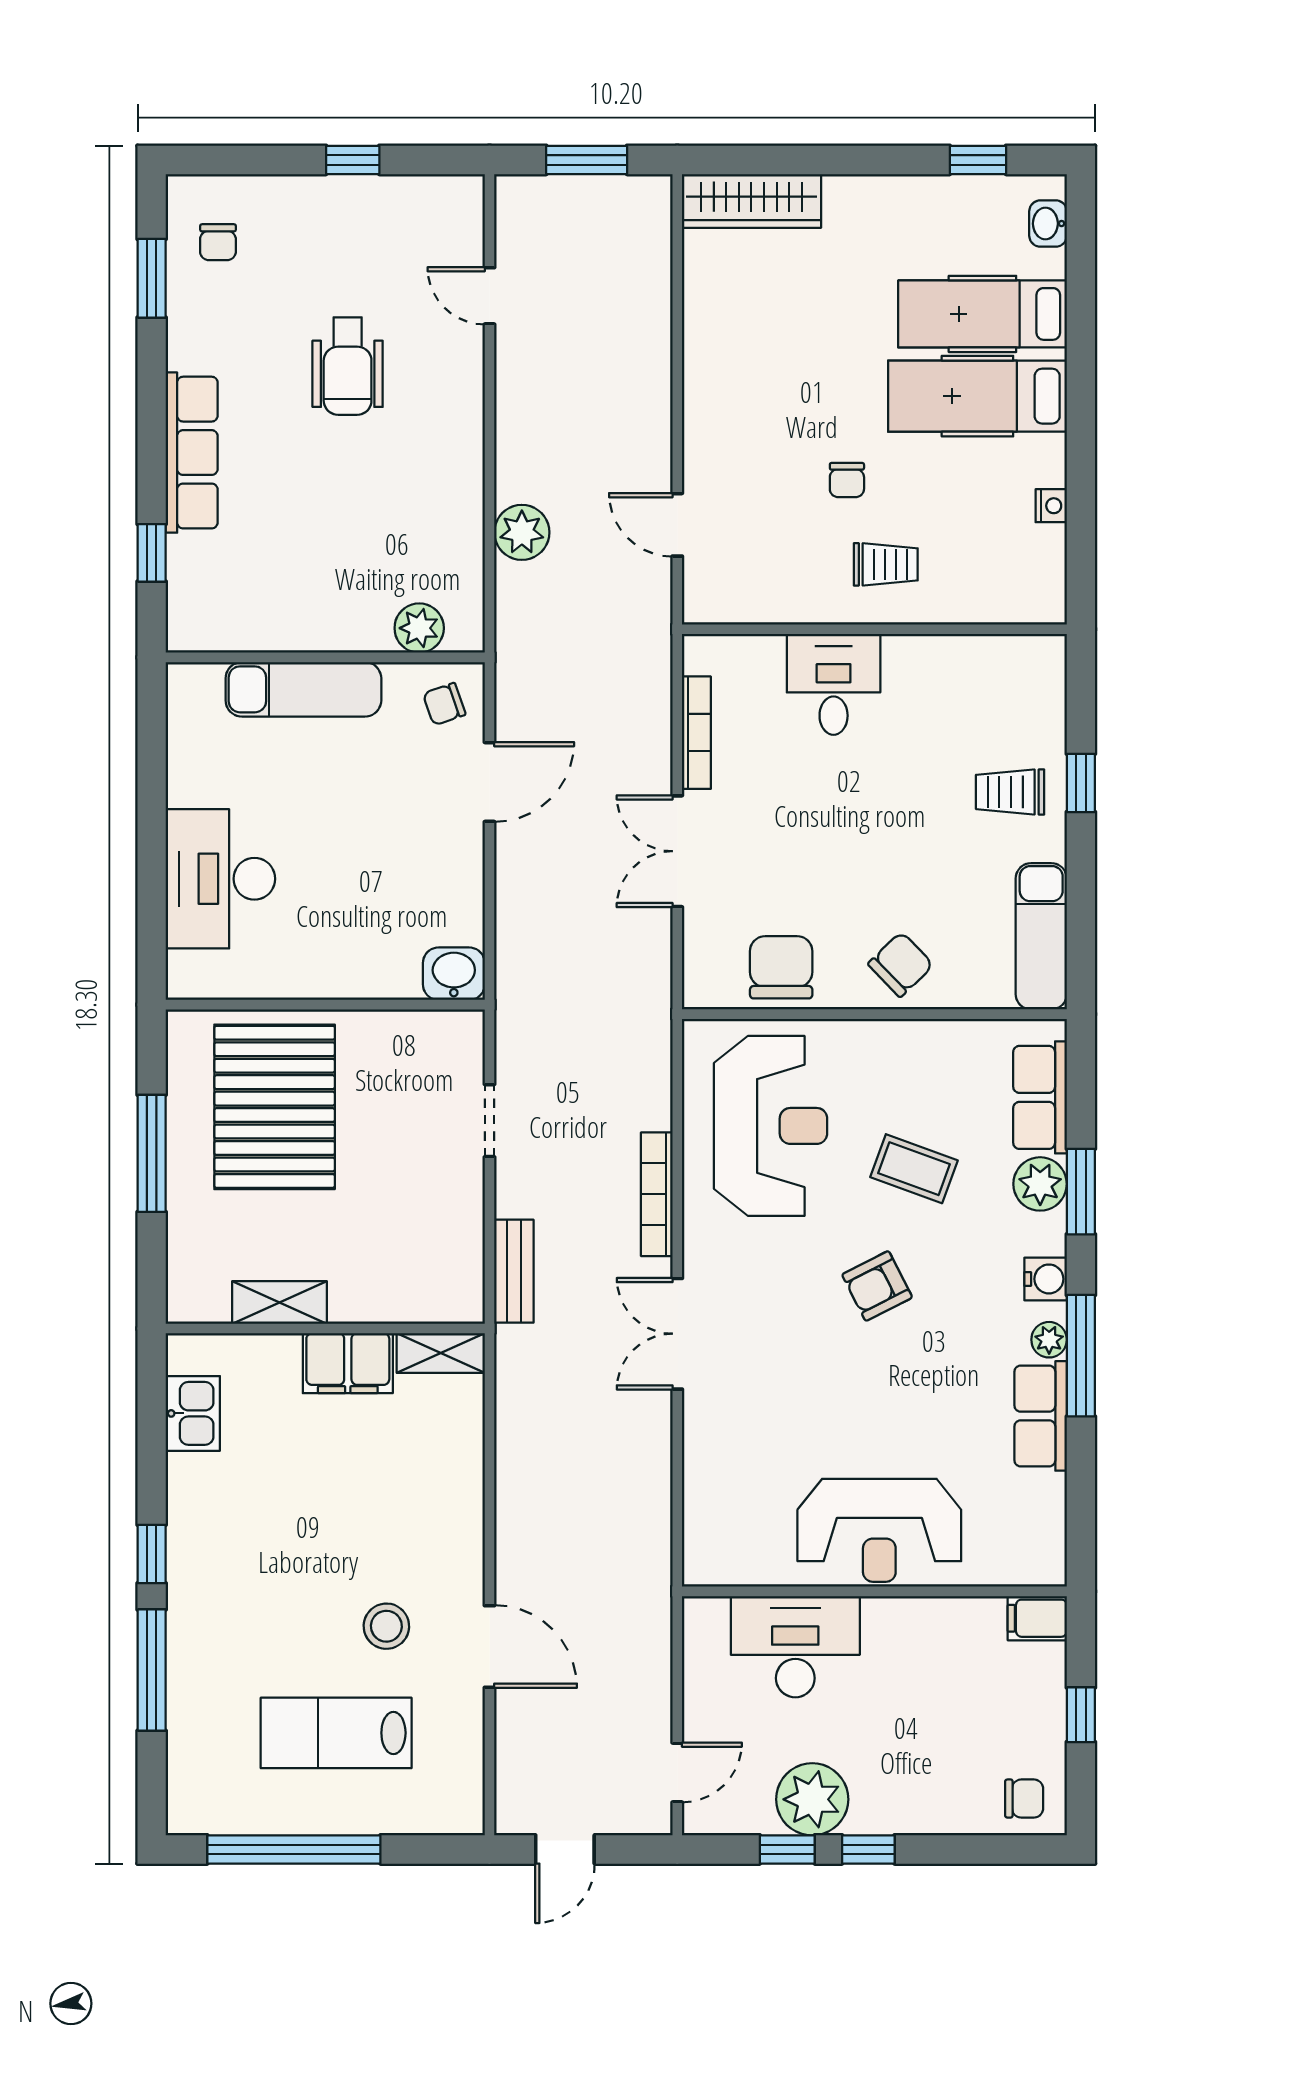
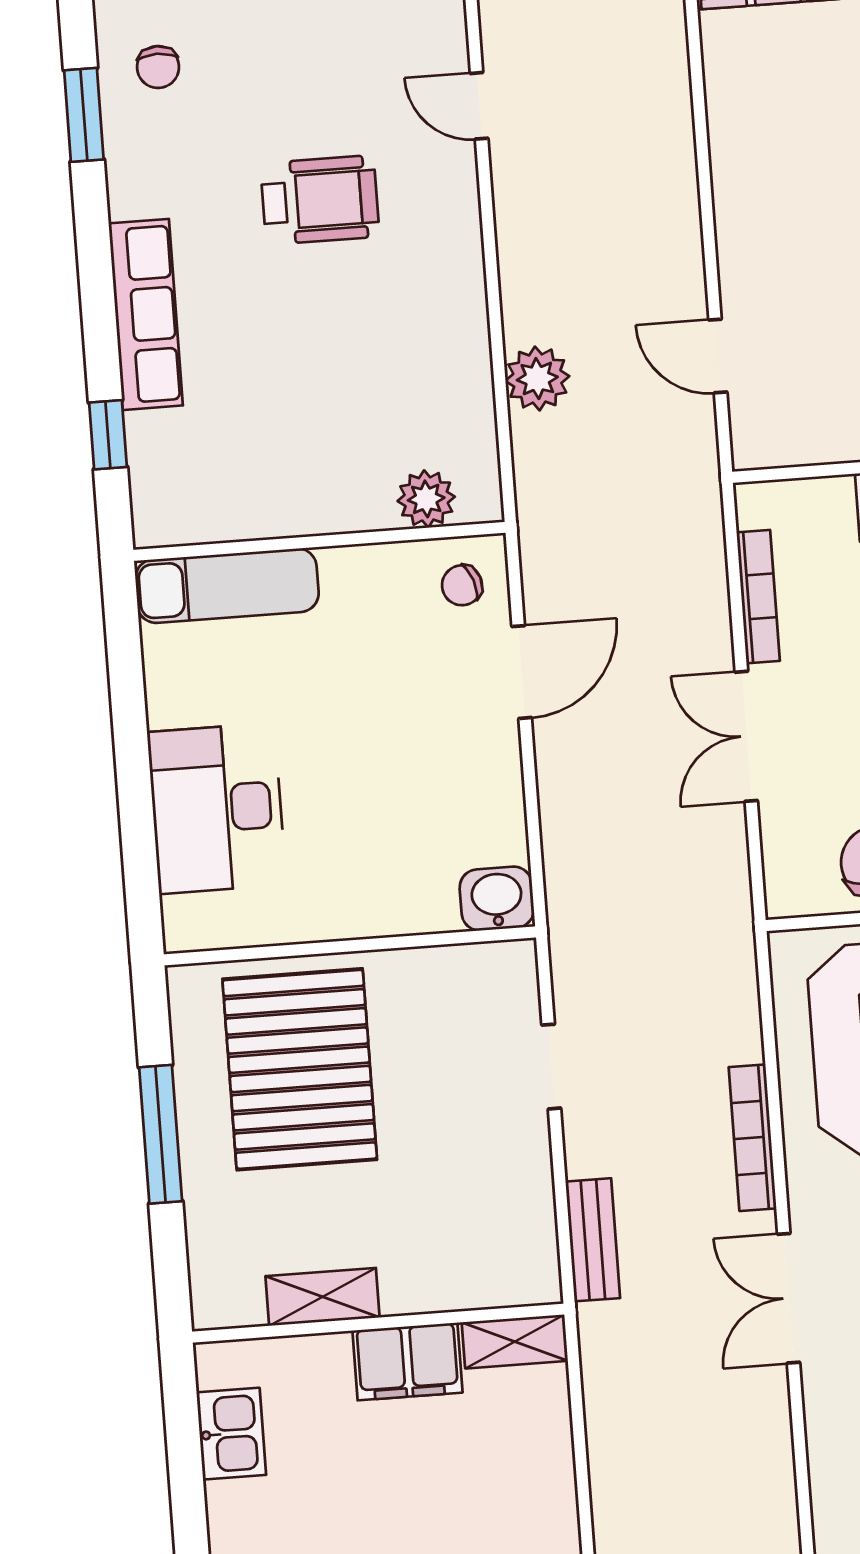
wheelchair: (348, 366) -> (320, 200), turned -90
exam couch: (303, 689) -> (227, 586), moved

